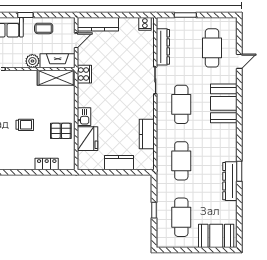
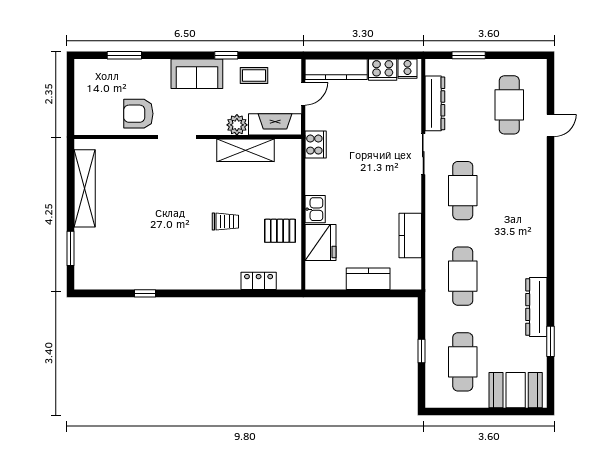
cooker: (129, 25) -> (383, 70), added
shelving: (56, 78) -> (245, 150), moved
booth: (224, 103) -> (527, 189), removed
window: (239, 171) -> (551, 341), moved

